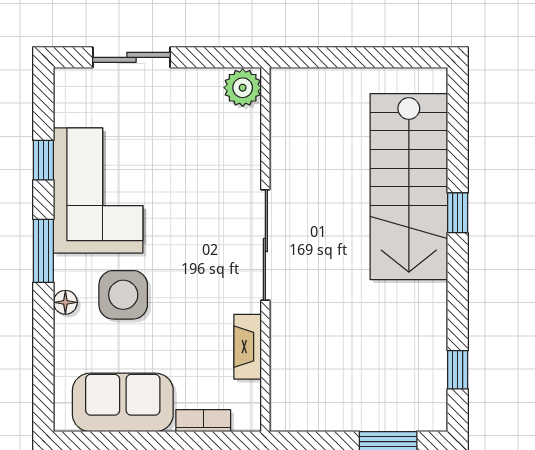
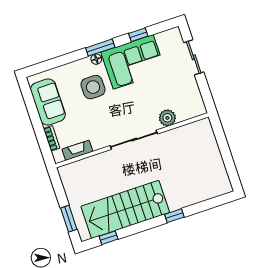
plant: (243, 88) -> (167, 118), moved
stairs: (409, 187) -> (125, 209), moved
floor lamp: (65, 302) -> (96, 59), moved
fireplace: (248, 347) -> (77, 150), moved

